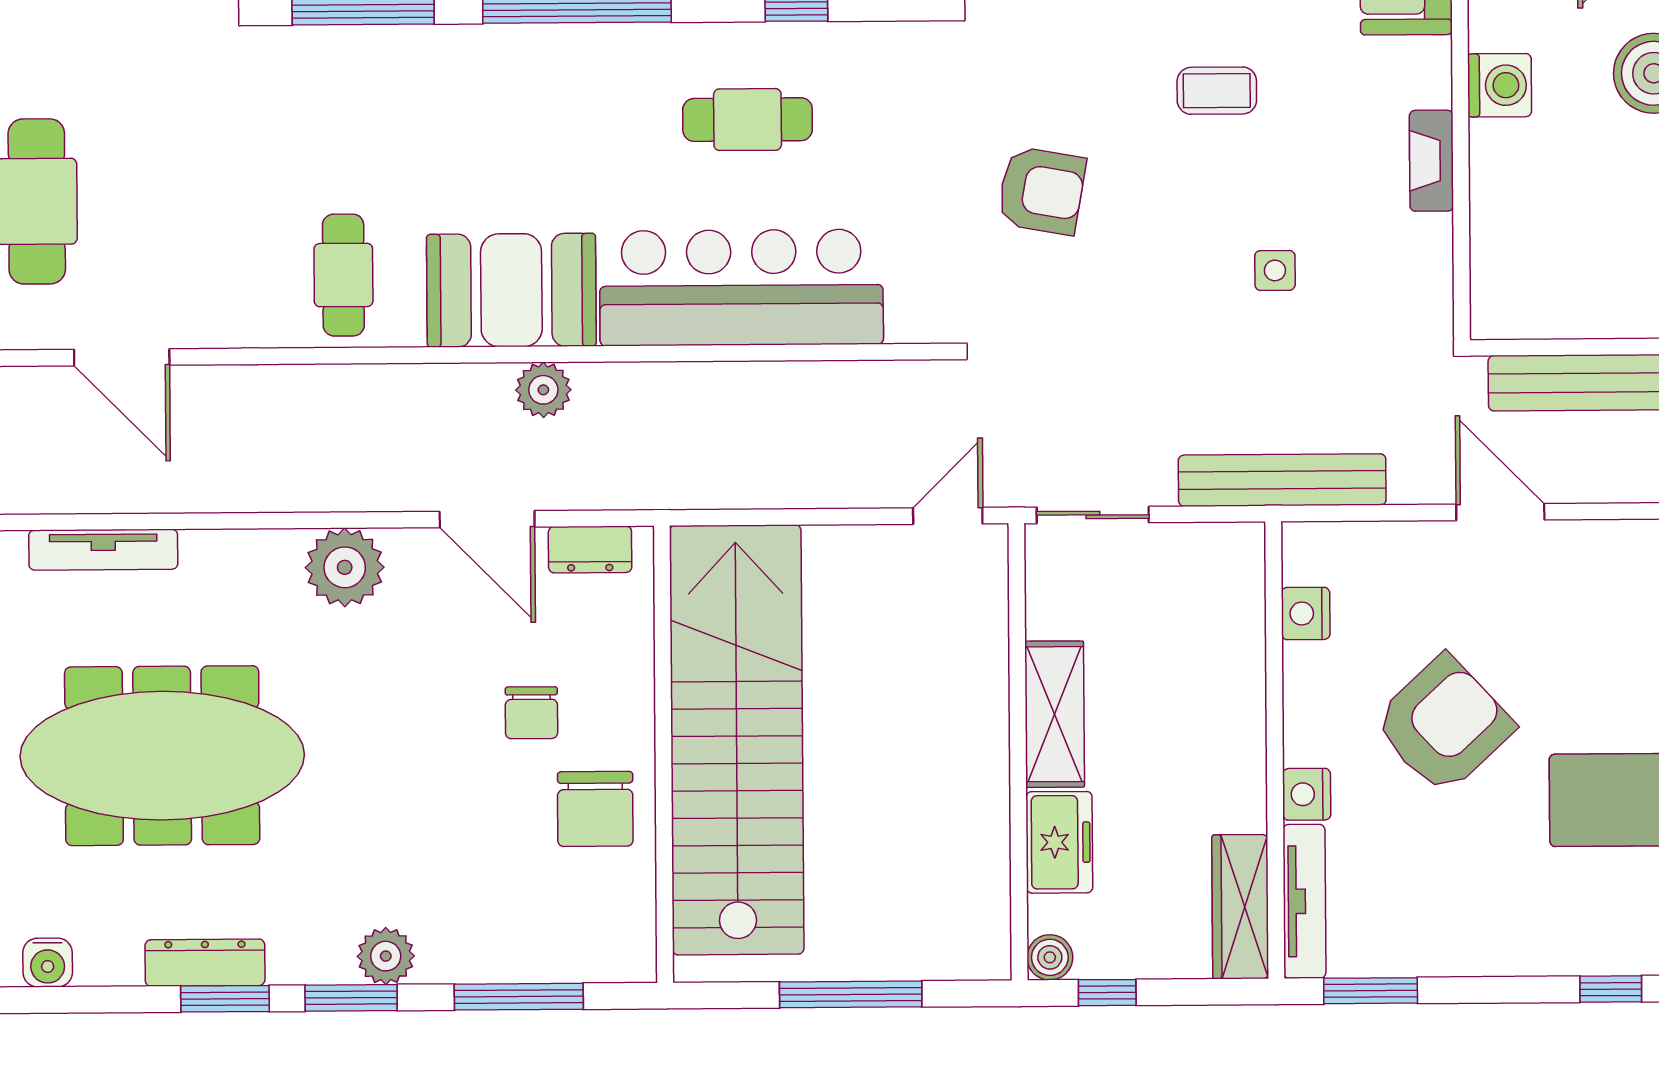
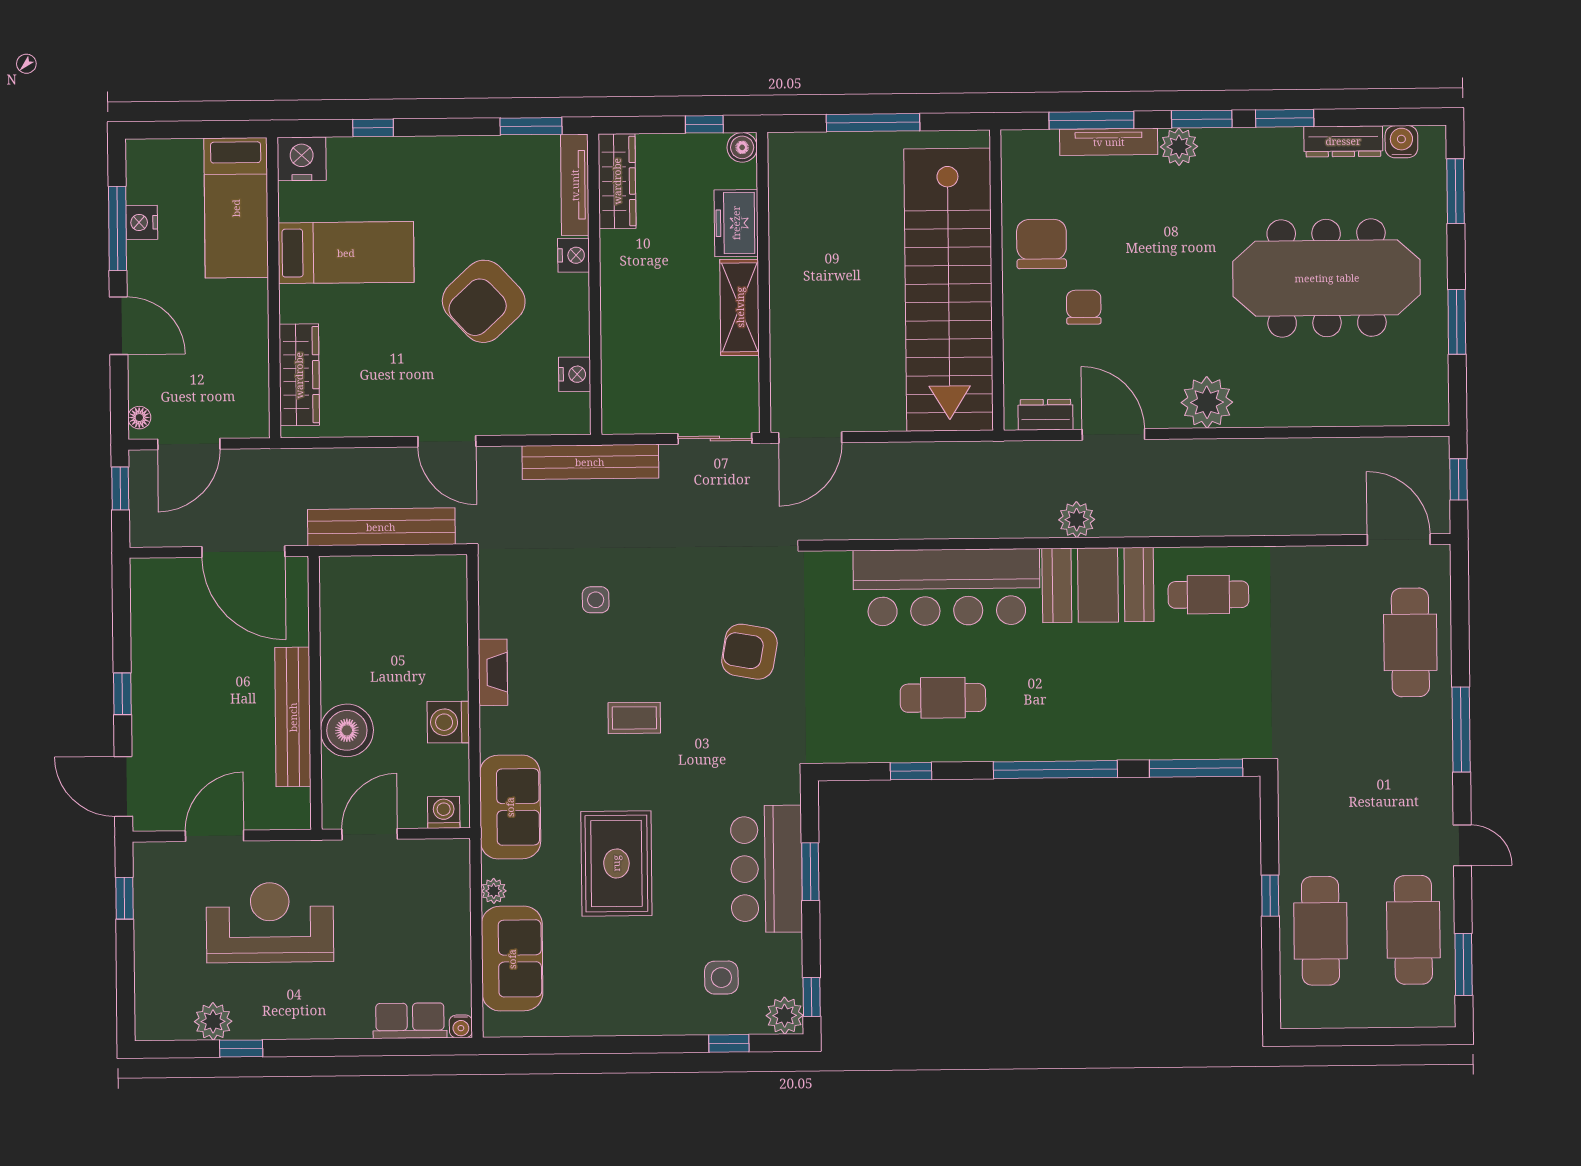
cafe table: (343, 275) -> (1208, 595), turned 90
door: (122, 357) -> (1399, 540), moved
door: (948, 516) -> (810, 438), width x1.38
tv unit: (103, 550) -> (1109, 142), moved, turned 180
dresser: (205, 963) -> (1343, 141), moved

